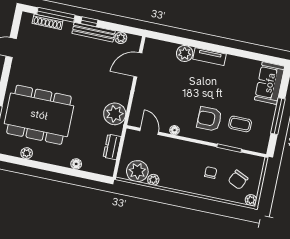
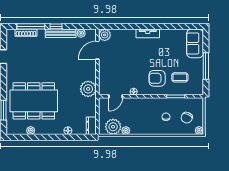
plant: (185, 53) -> (105, 35), moved
door: (149, 131) -> (116, 96), swing flipped
dresser: (112, 147) -> (91, 126), moved

